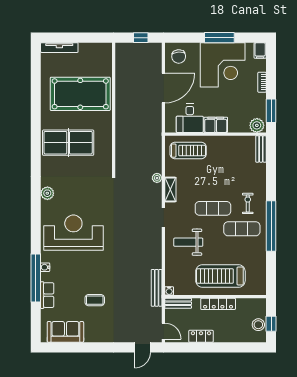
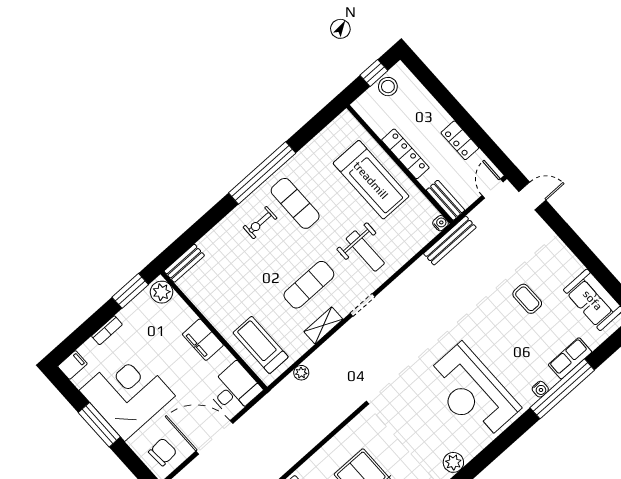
desk: (190, 118) -> (234, 389), moved
plant: (157, 178) -> (301, 373), moved
exercise mat: (213, 208) -> (309, 285), moved, turned 90

